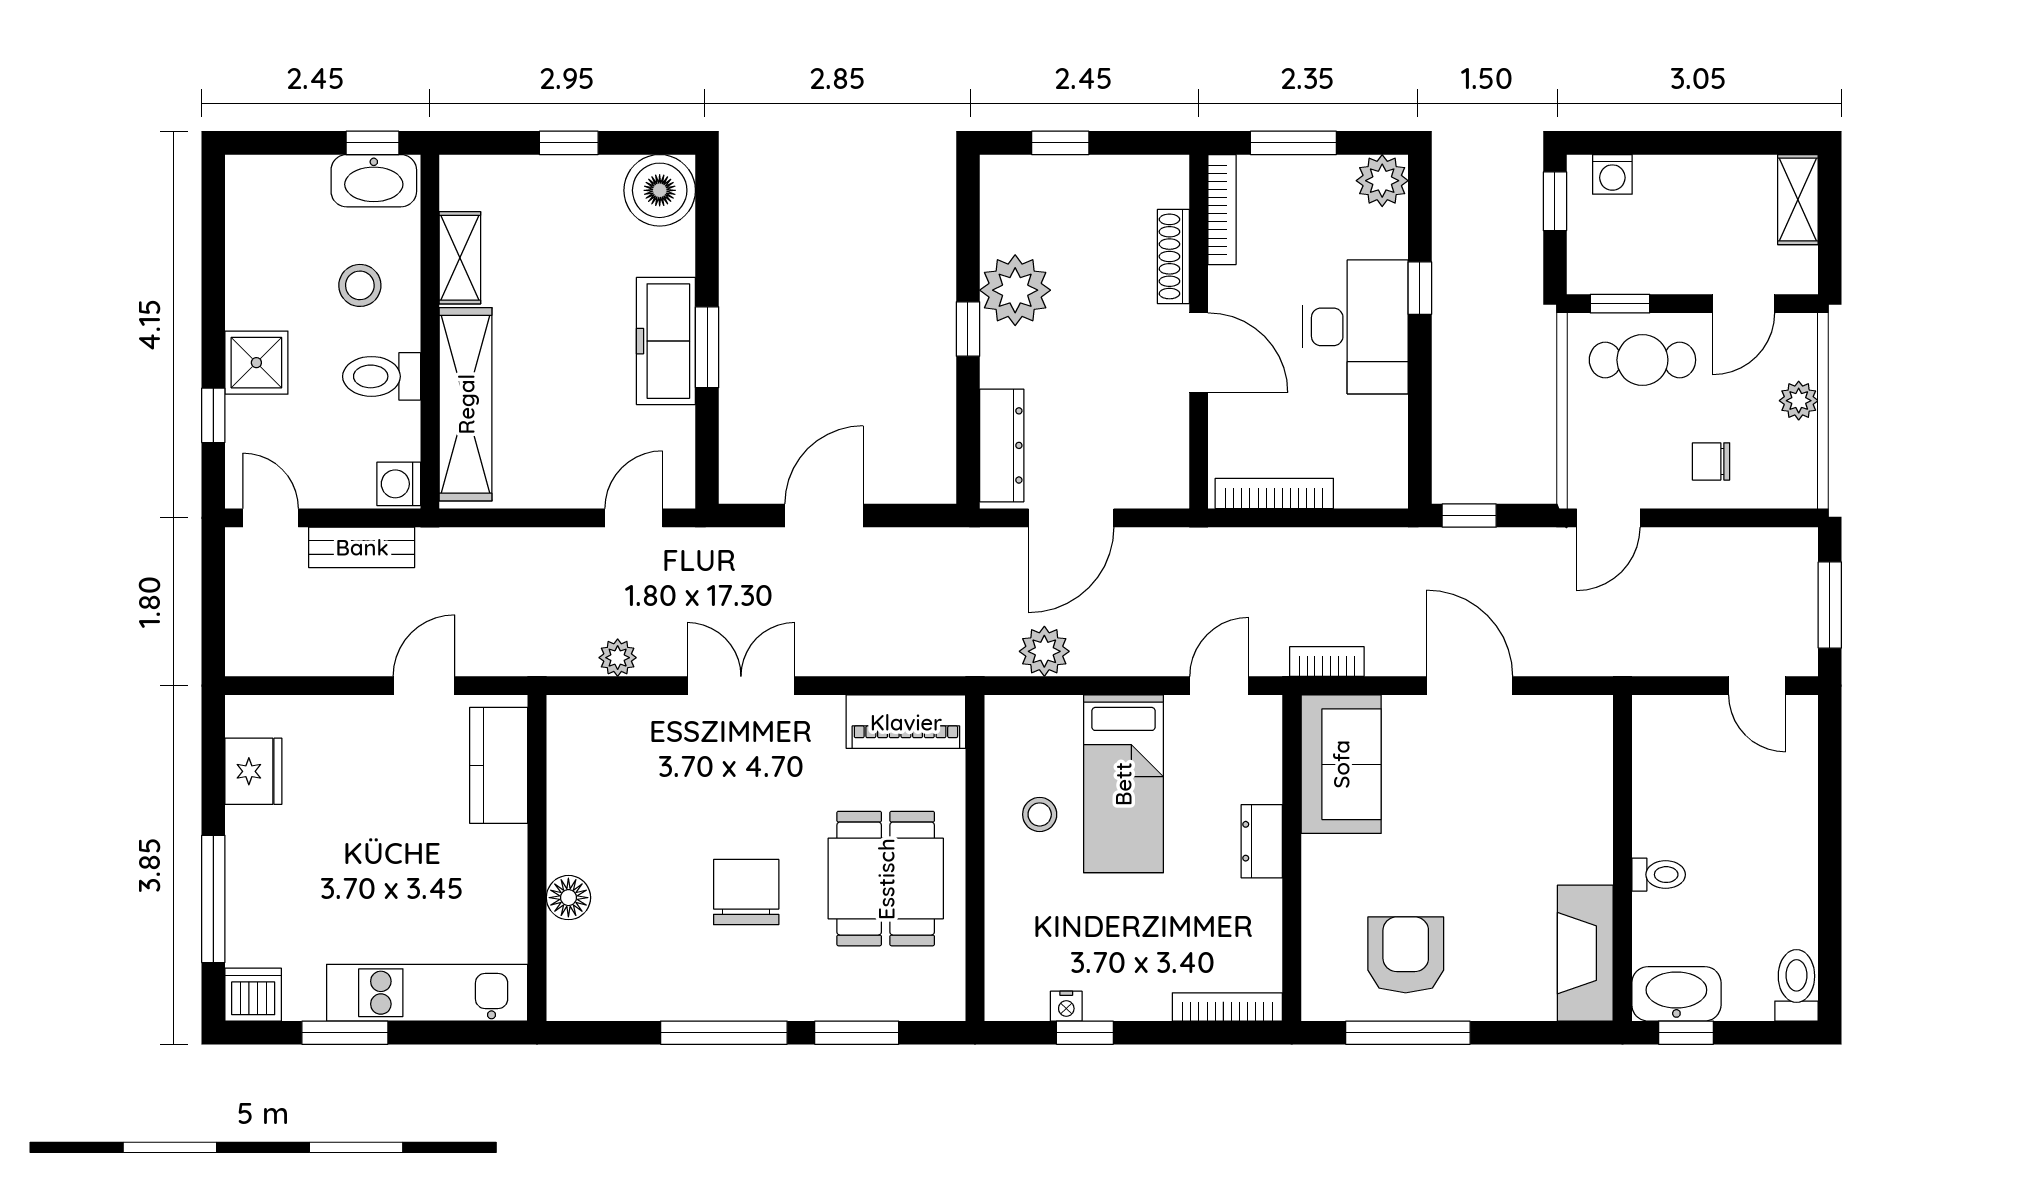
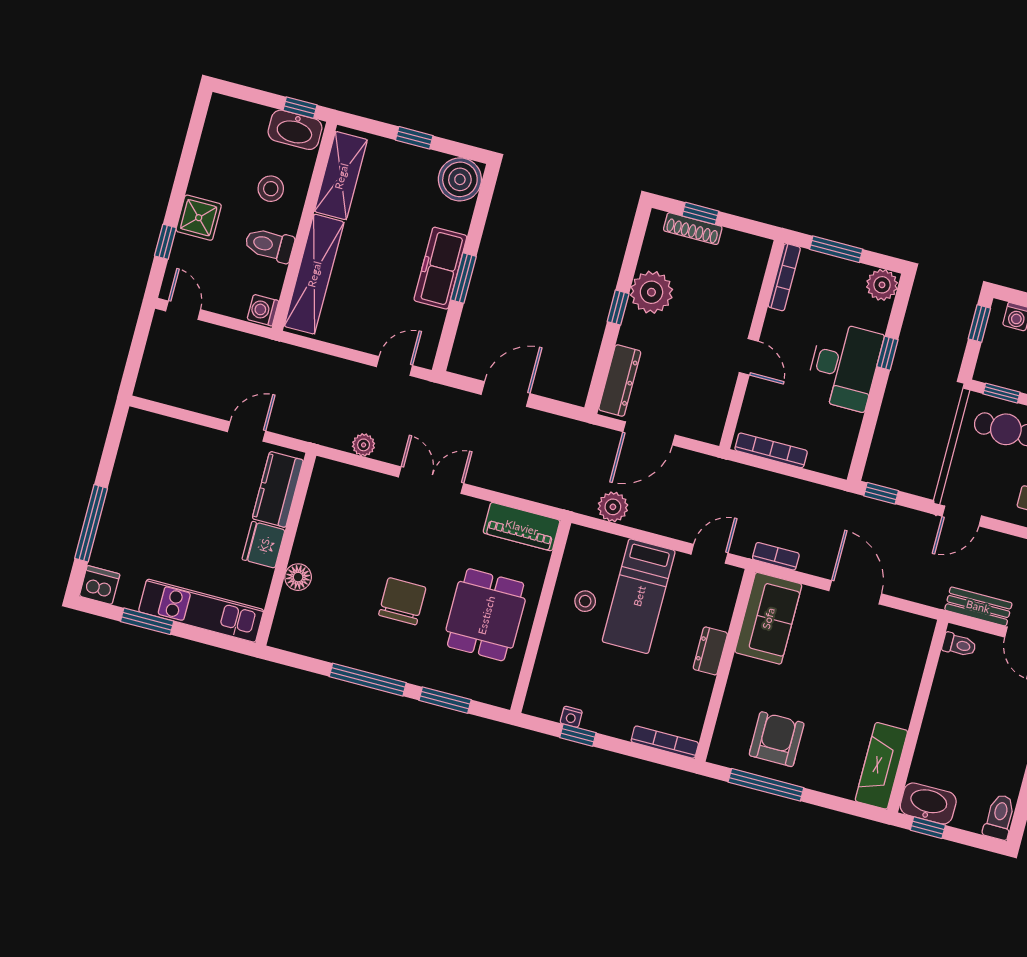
shoe rack: (1173, 256) -> (693, 229), moved, turned -90
shelving: (460, 258) -> (341, 176), width x1.50, depth x1.33
door: (1199, 353) -> (749, 357), width x0.73
bench: (362, 547) -> (978, 606), moved
fridge: (253, 771) -> (264, 545), moved, turned 180
toilet: (1659, 875) -> (959, 645), moved

